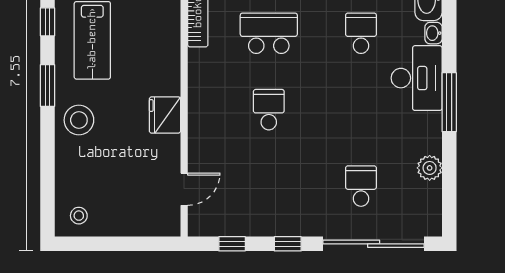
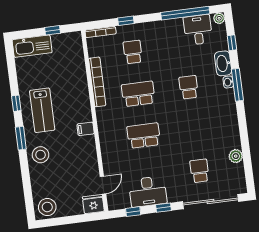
desk: (417, 78) -> (148, 192), moved, turned 90
filing cabinet: (166, 84) -> (86, 129), added
window: (449, 102) -> (237, 85), moved
school desk: (269, 110) -> (144, 136), width x1.85
fridge: (165, 115) -> (93, 204), moved, turned 90
stool: (79, 216) -> (47, 207), width x1.89, depth x1.89

